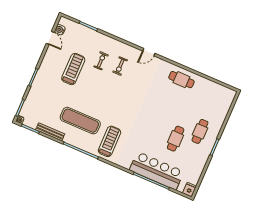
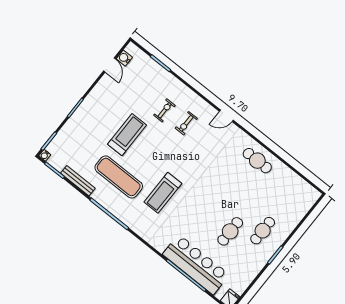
treadmill: (73, 69) -> (127, 135), moved
treadmill: (109, 141) -> (163, 193), moved, turned 180

